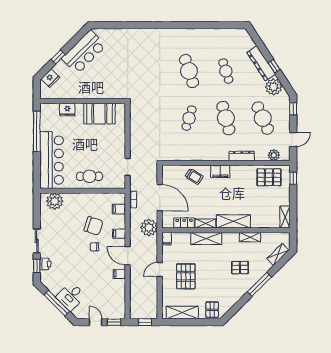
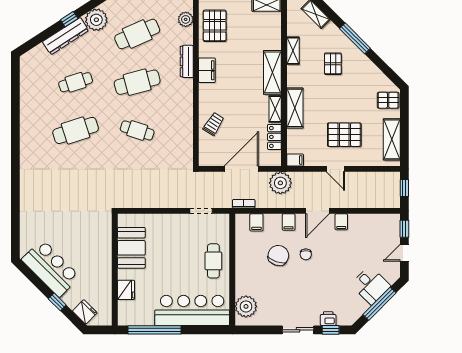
filing cabinet: (220, 171) -> (207, 70), moved

